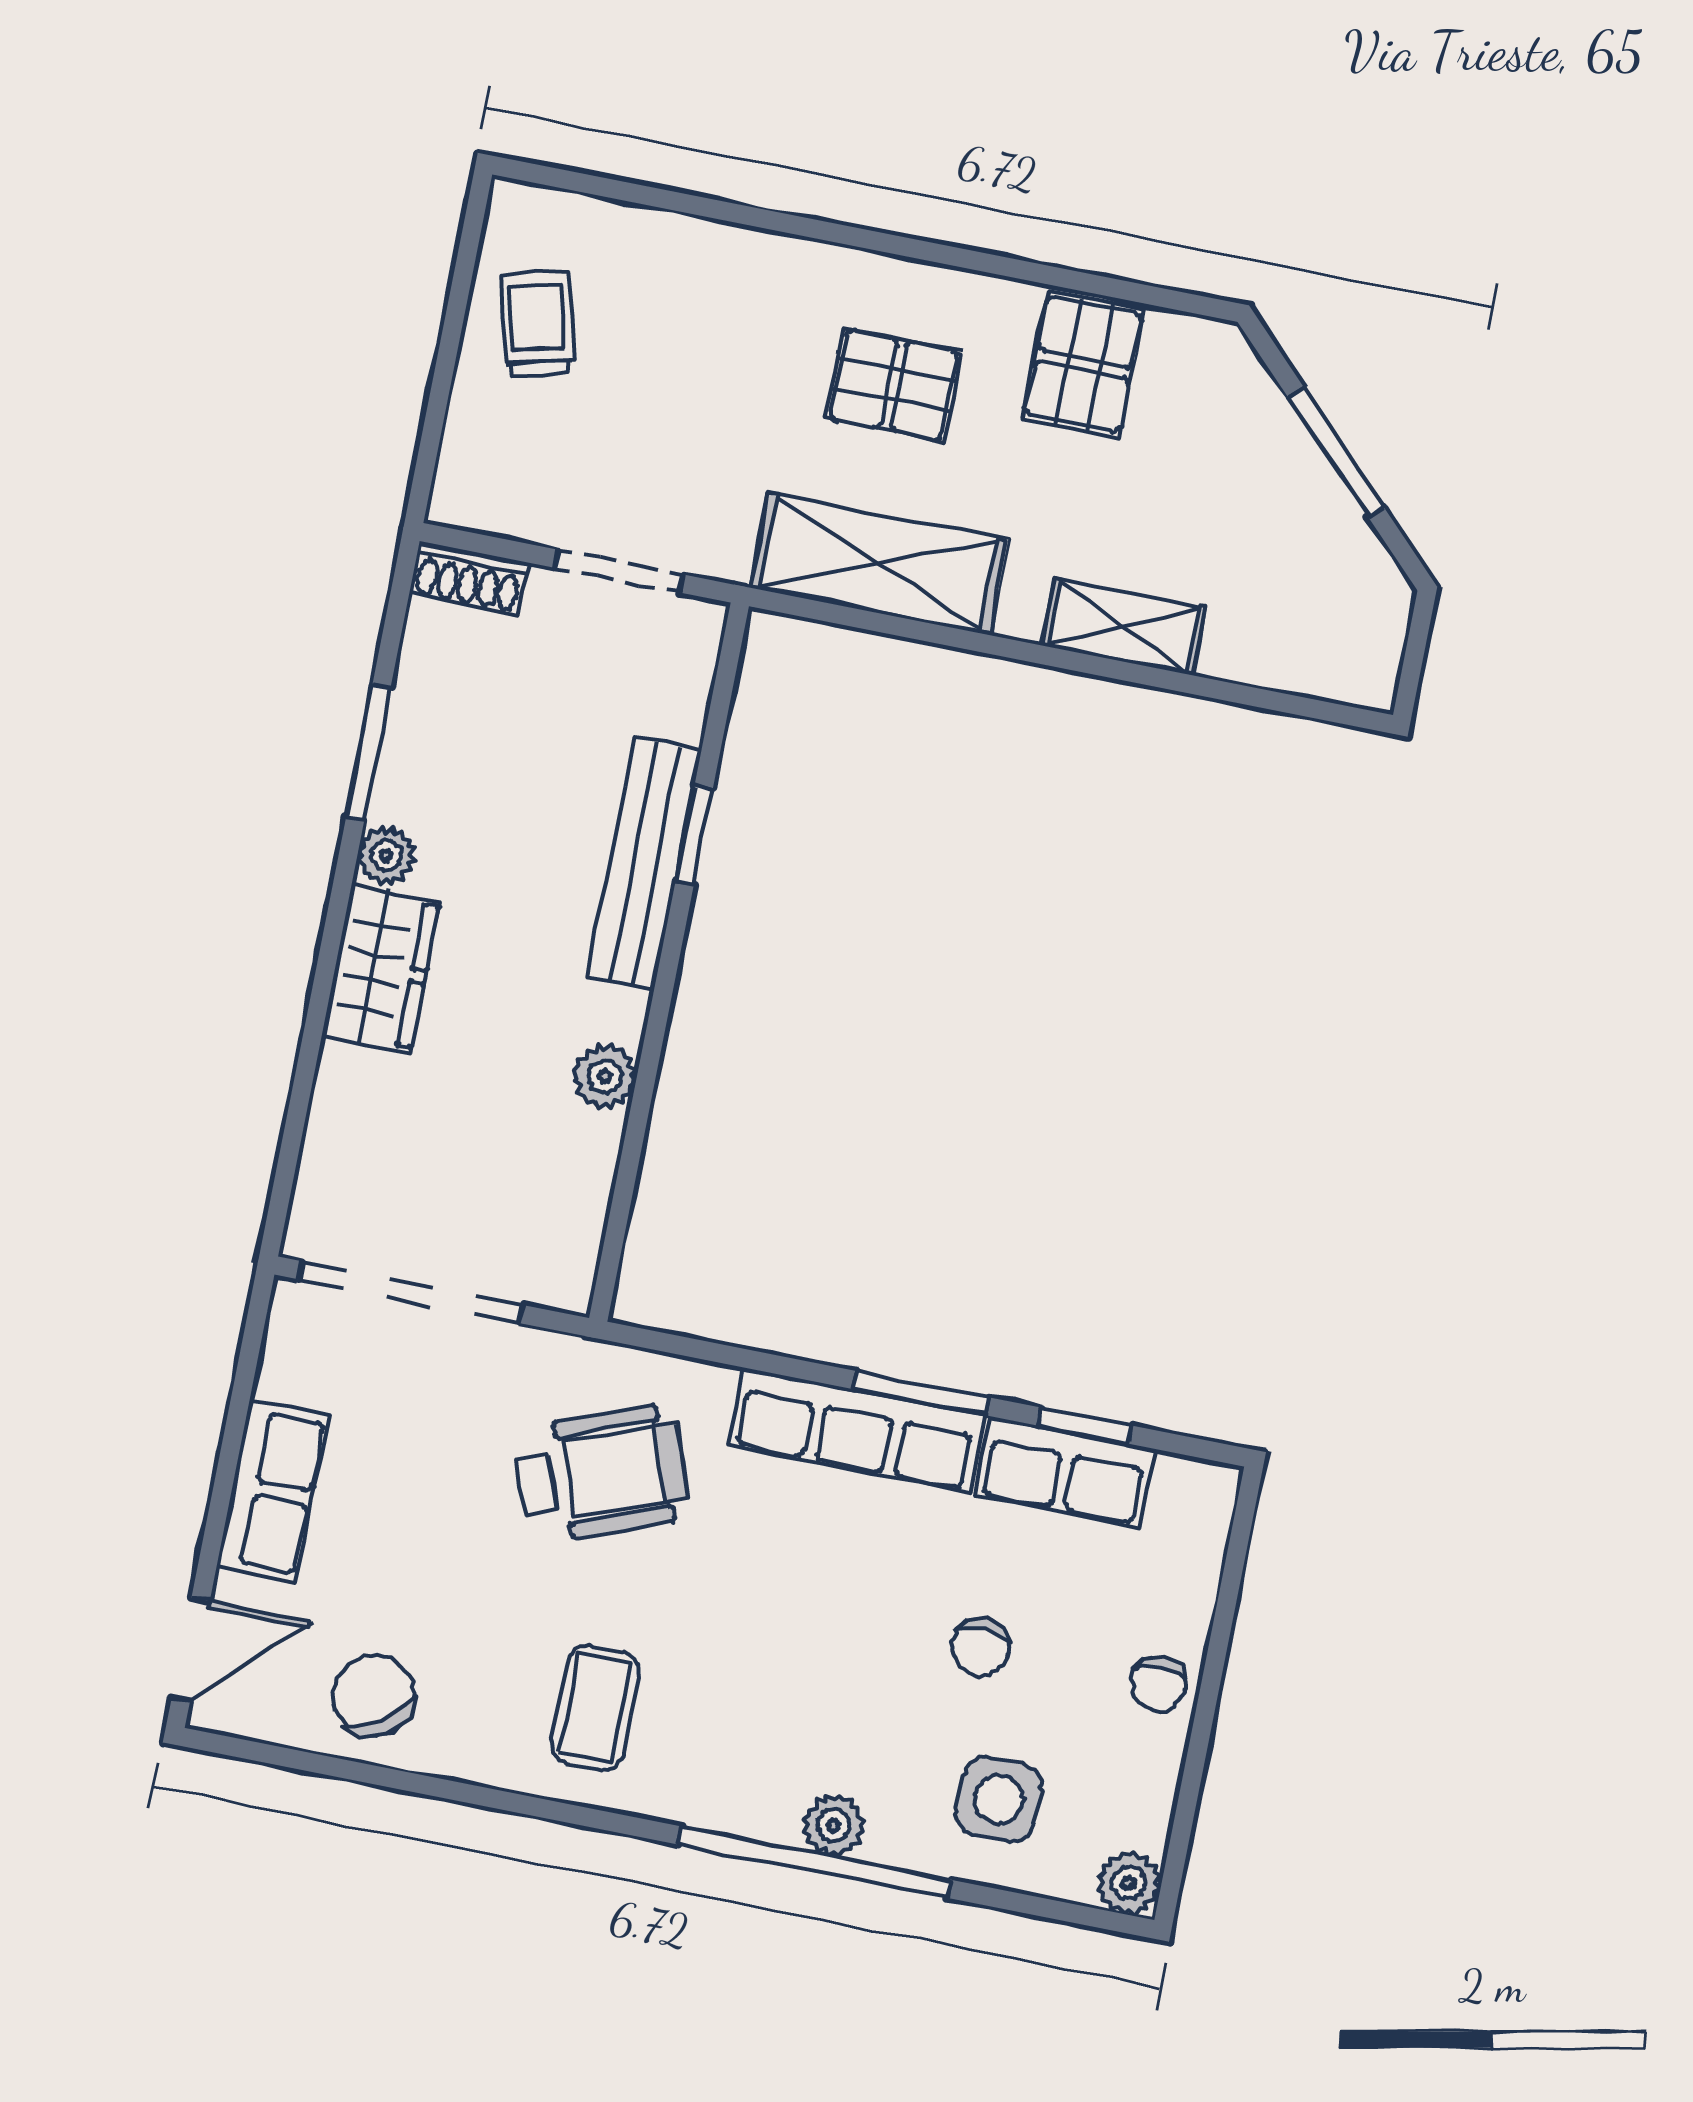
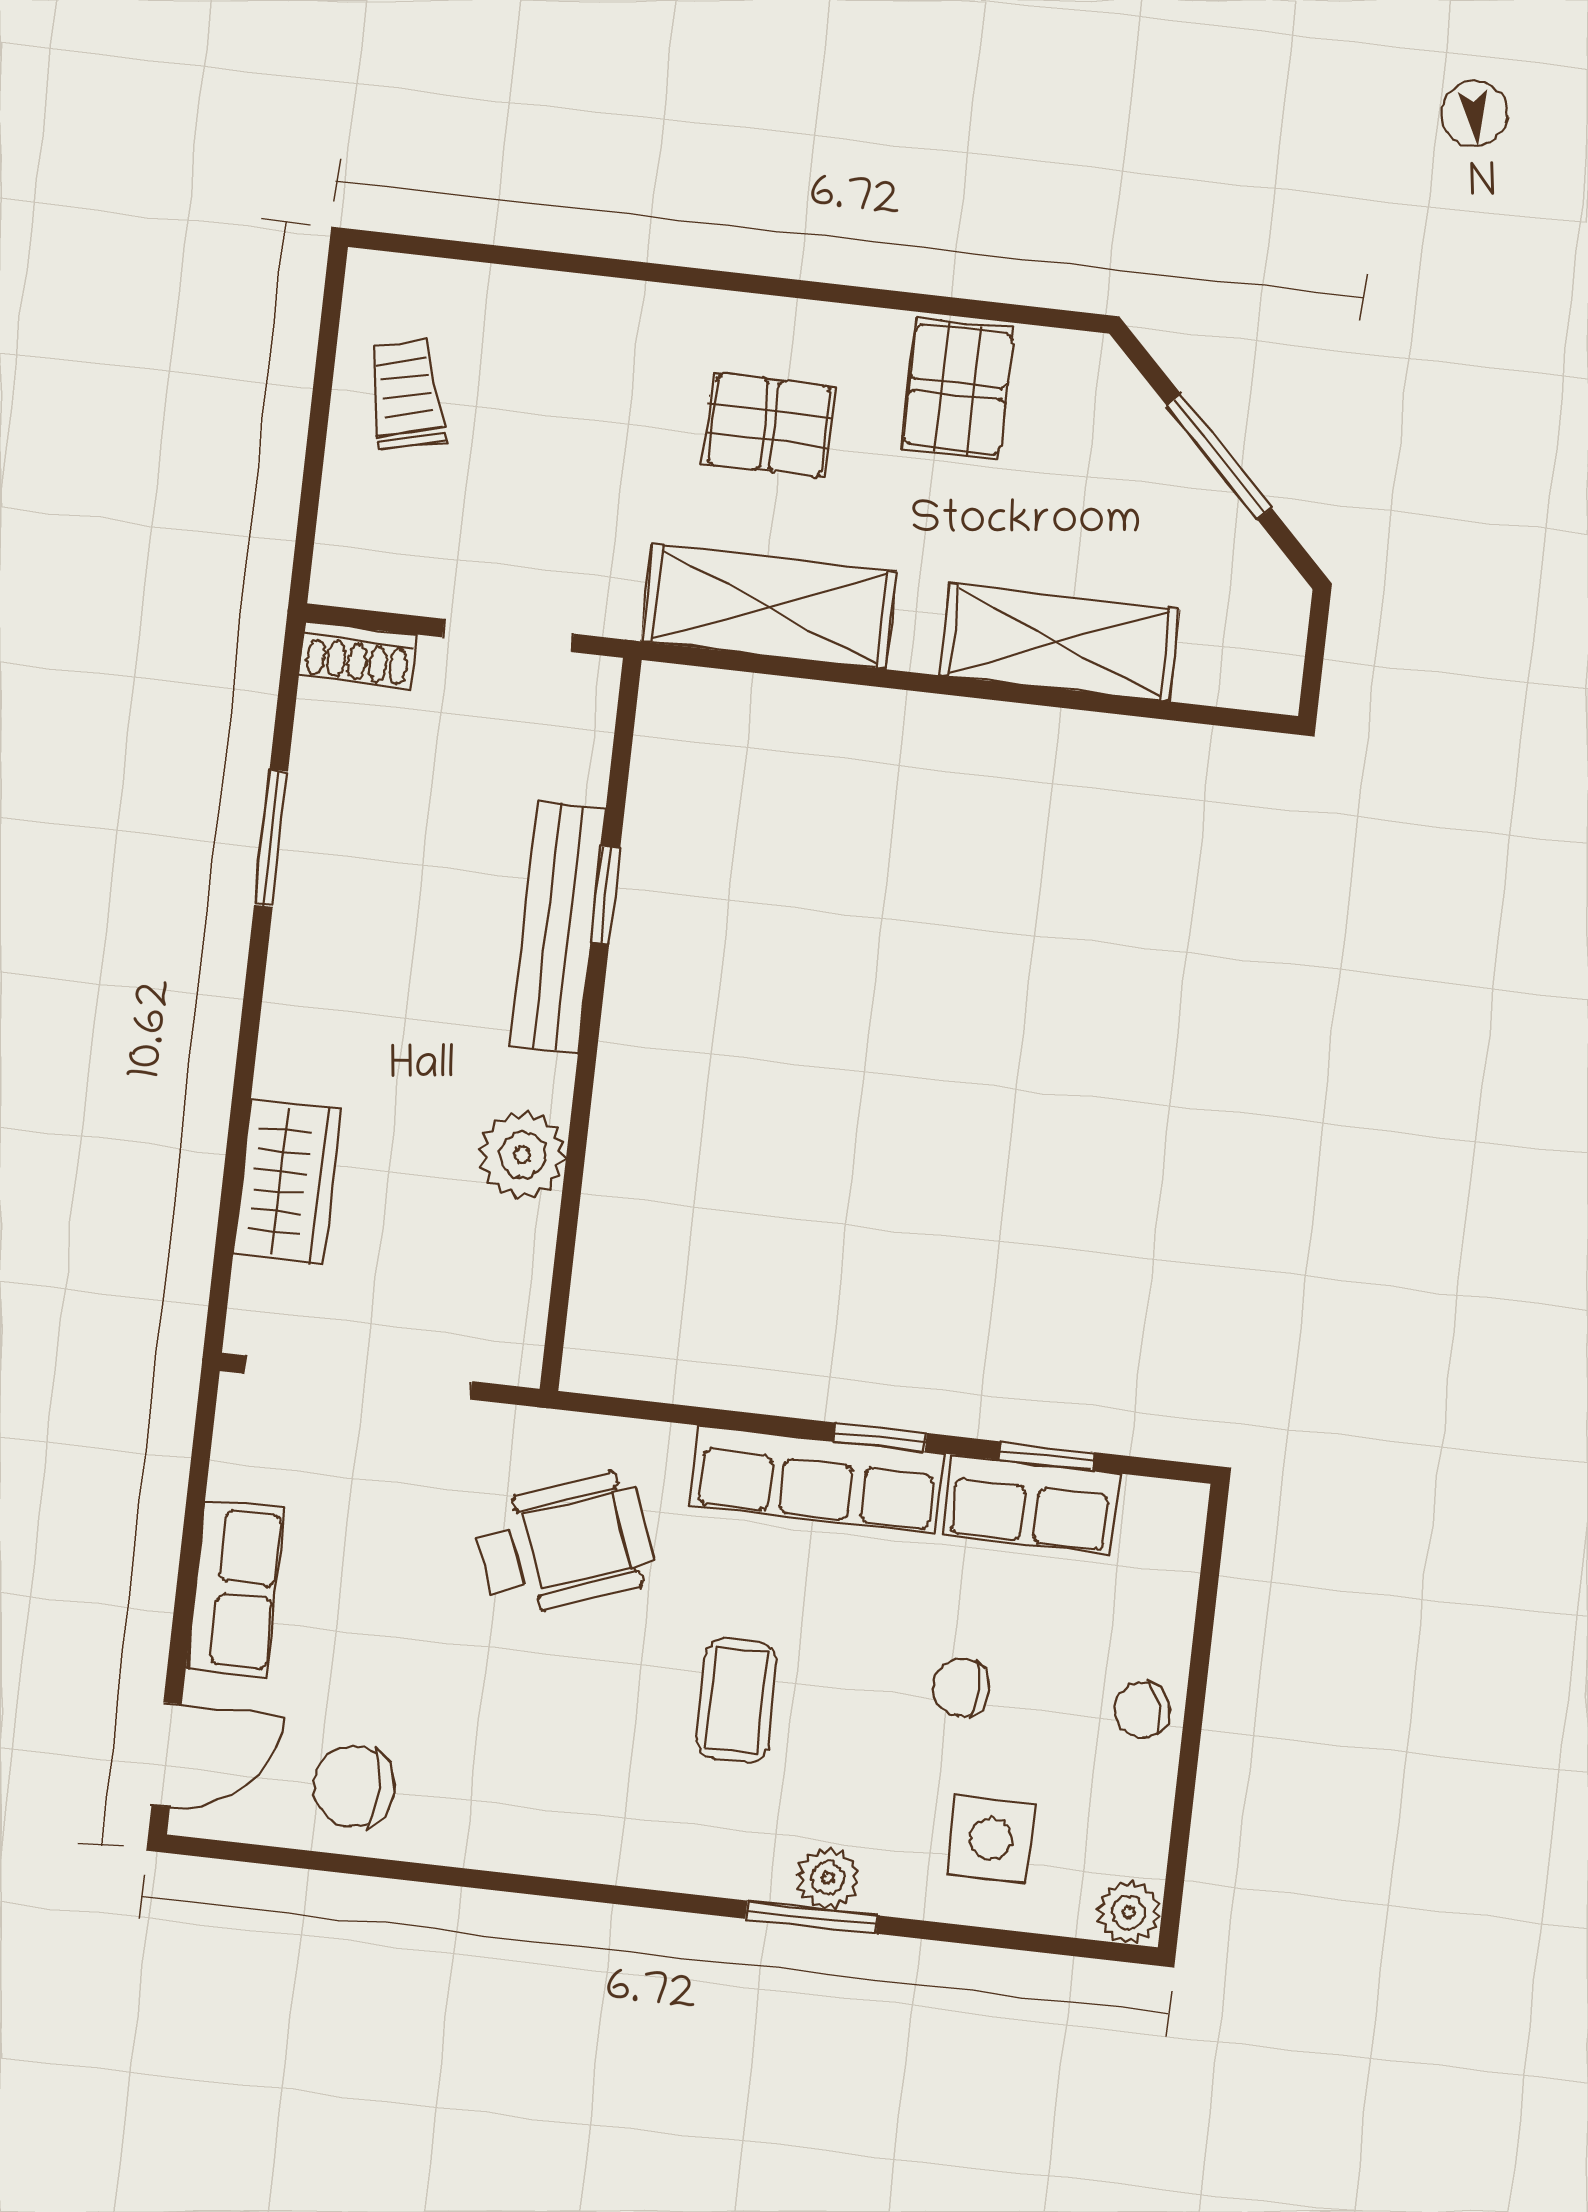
shelving: (1124, 627) -> (1059, 643), width x1.50, depth x1.33
plant: (386, 855) -> (298, 940), removed
wardrobe: (381, 969) -> (287, 1182), moved
plant: (605, 1076) -> (522, 1155), width x1.38, depth x1.38
window: (922, 1393) -> (880, 1437), width x0.67
chair: (981, 1647) -> (961, 1687), turned 90
chair: (1158, 1684) -> (1142, 1710), turned 73
chair: (373, 1696) -> (354, 1786), turned -58
coffee table: (595, 1708) -> (737, 1700), moved
window: (815, 1862) -> (812, 1917), width x0.47

